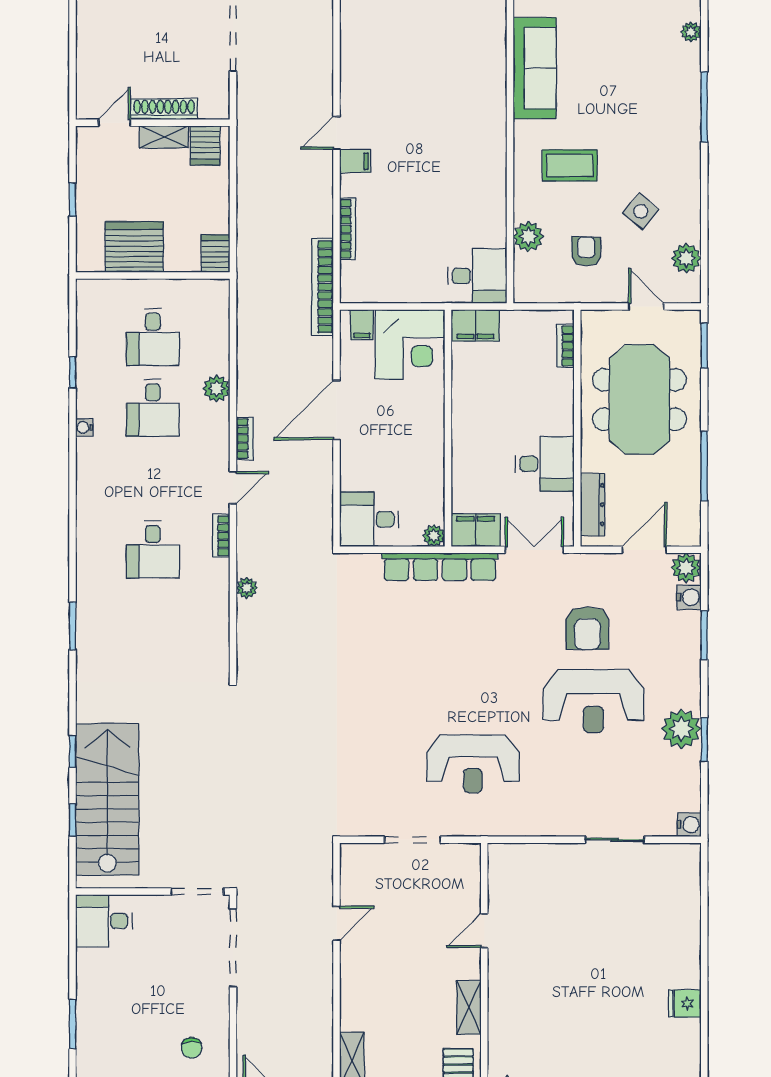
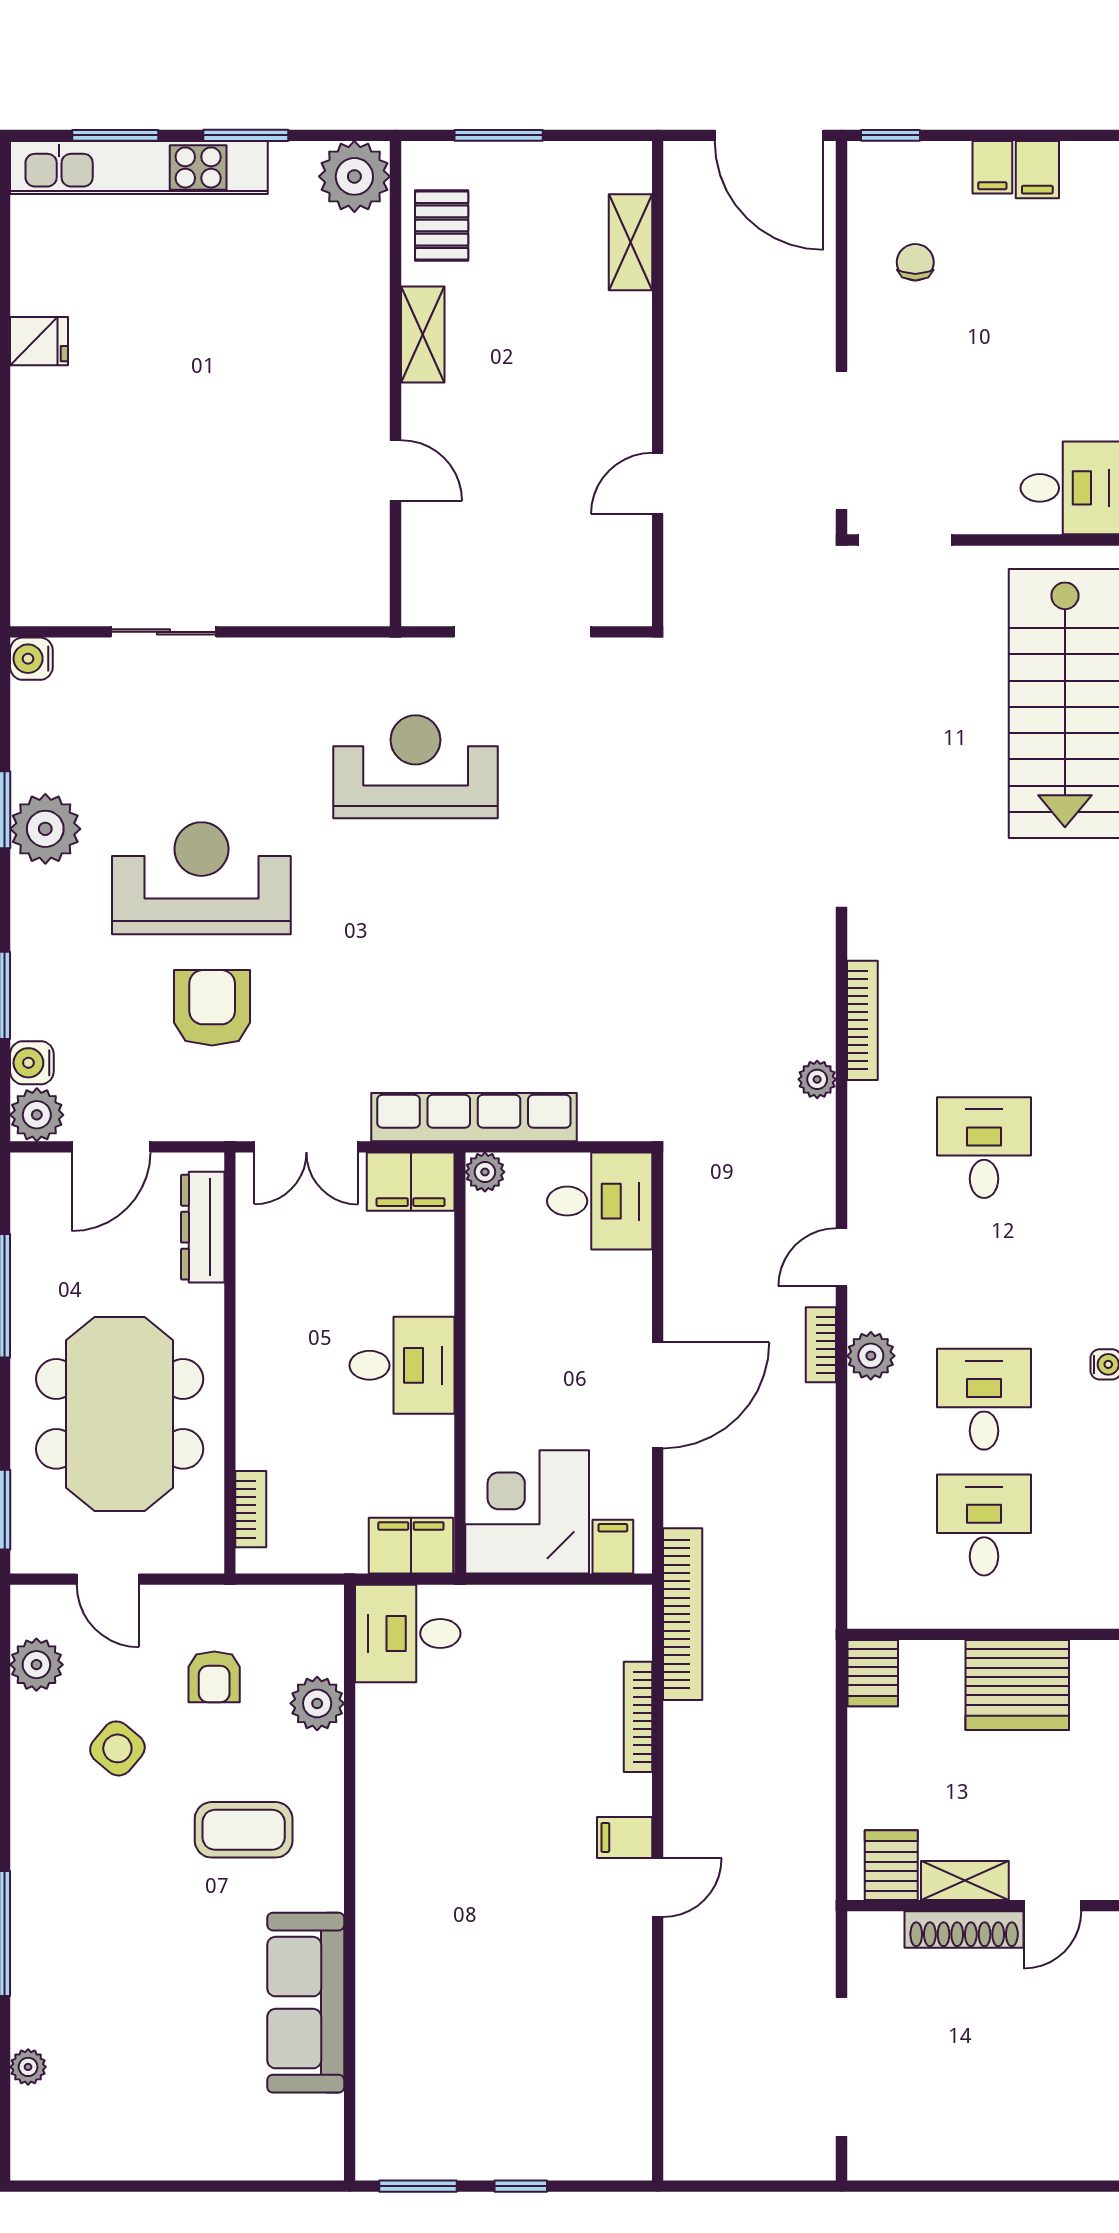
plant: (217, 389) -> (871, 1356), moved
desk: (545, 464) -> (402, 1365), moved, turned 180
bookcase: (221, 536) -> (862, 1020), moved, width x1.56
doorway: (413, 840) -> (523, 632), width x1.36
door: (484, 931) -> (396, 470), hinge flipped

